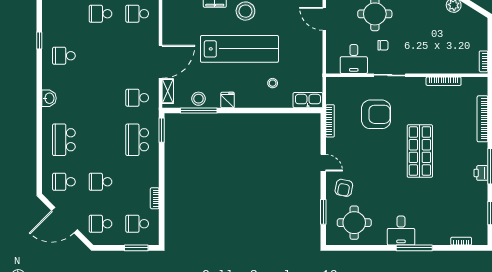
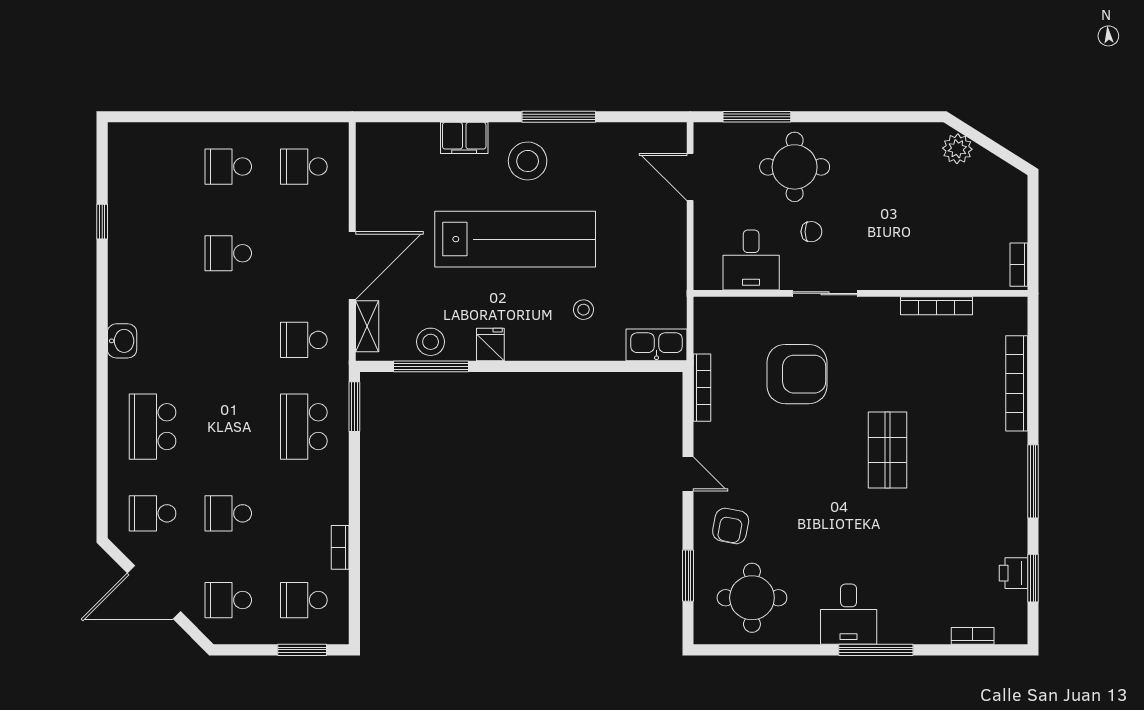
school desk: (64, 56) -> (228, 253), moved
shop shelf: (420, 151) -> (887, 450), width x0.70, depth x0.74
printer: (481, 173) -> (1013, 573), moved

